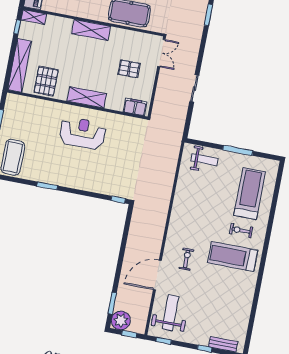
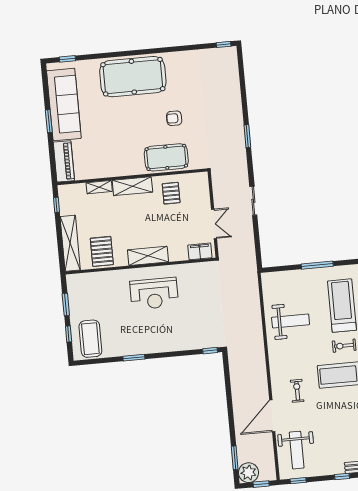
shelving: (34, 17) -> (99, 187), moved
double door: (161, 53) -> (214, 224), moved
pallet: (129, 69) -> (171, 193), moved, turned 90
sliding door: (194, 88) -> (253, 201), moved
reception desk: (82, 133) -> (154, 294), turned 180
weight bench: (204, 160) -> (291, 321), moved, width x1.36, depth x1.33
weight bench: (170, 313) -> (297, 450), turned 180

